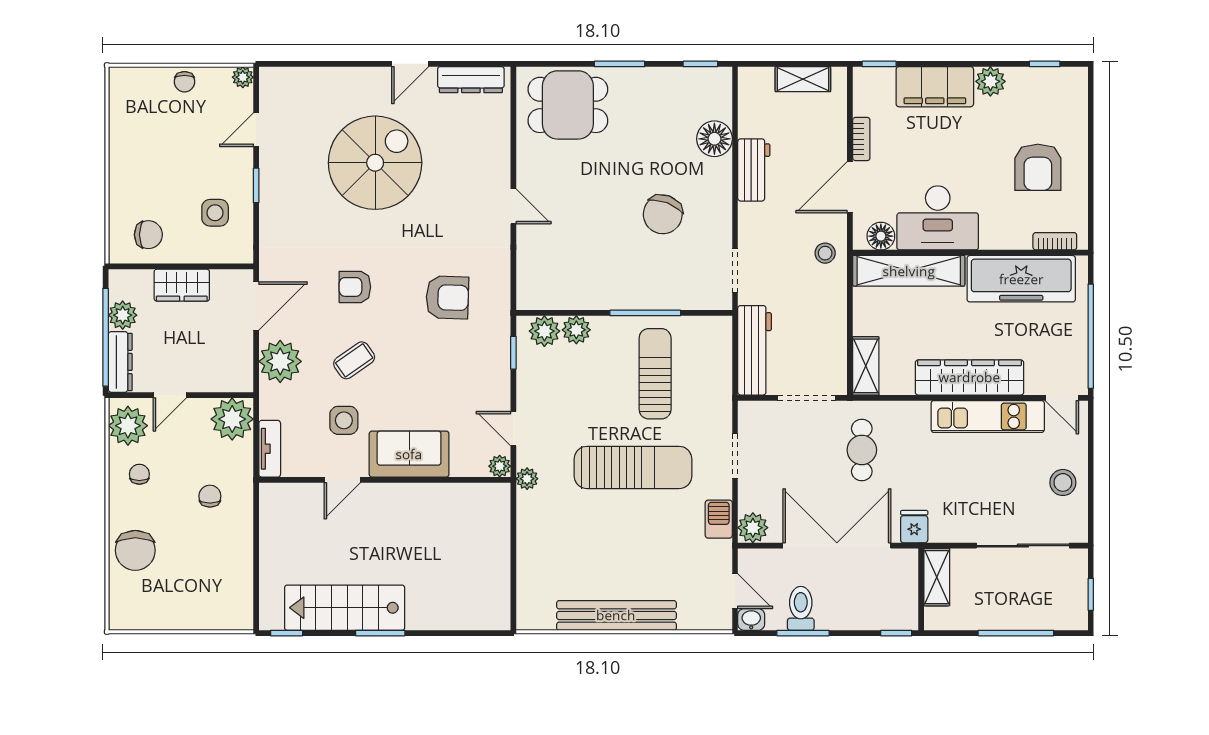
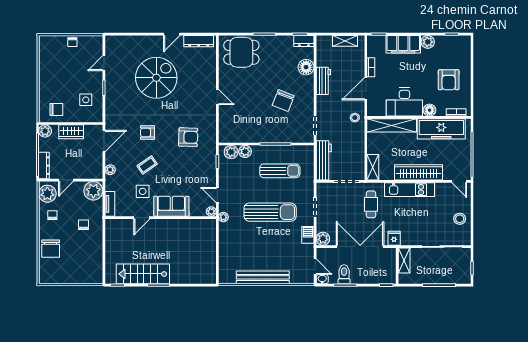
plant: (243, 77) -> (98, 40), removed
dresser: (710, 79) -> (304, 41), added
floor lamp: (881, 236) -> (430, 110), moved
plant: (123, 315) -> (45, 131), moved
plant: (280, 361) -> (110, 170), width x0.53, depth x0.53
sun lounger: (655, 374) -> (280, 171), turned 90
kitchen unit: (988, 416) -> (410, 190), moved

